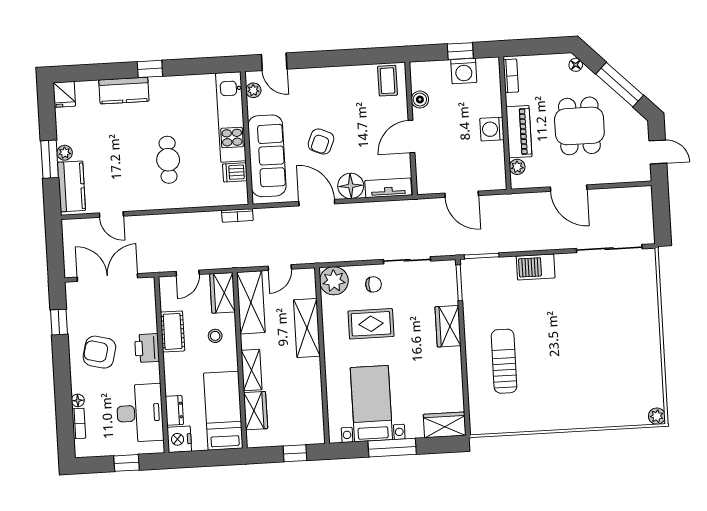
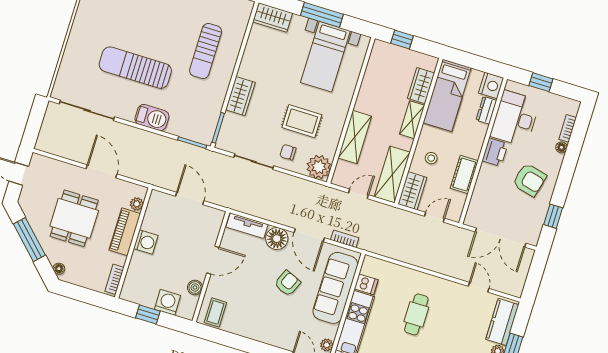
washing machine: (464, 71) -> (167, 302), moved
bookcase: (237, 215) -> (345, 239), moved
sun lounger: (574, 315) -> (135, 68), added
printer: (147, 348) -> (495, 152), moved

